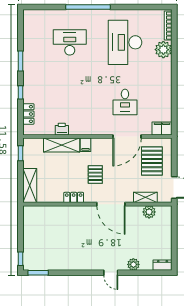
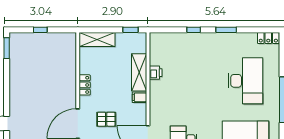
desk: (70, 42) -> (245, 81), width x1.36, depth x1.30
locker: (28, 114) -> (268, 38), moved
pallet: (95, 175) -> (106, 119), moved
window: (21, 259) -> (40, 30), moved

